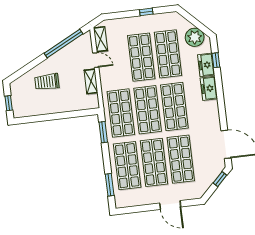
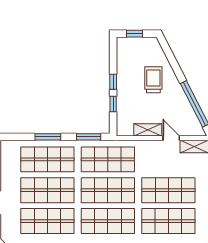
door: (96, 60) -> (171, 138), swing flipped
window: (72, 114) -> (113, 104), added
window: (53, 117) -> (113, 82), added
window: (110, 185) -> (48, 137), moved

